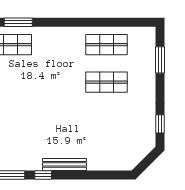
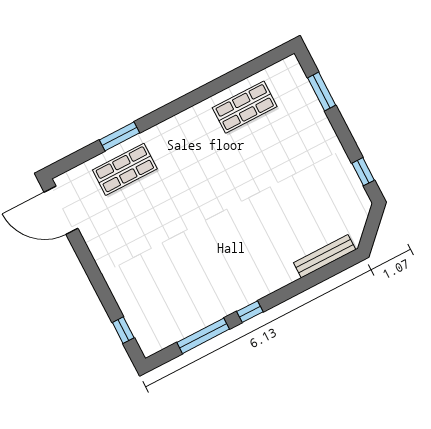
shop shelf: (106, 82) -> (269, 154), removed
bench: (65, 164) -> (325, 256), moved

